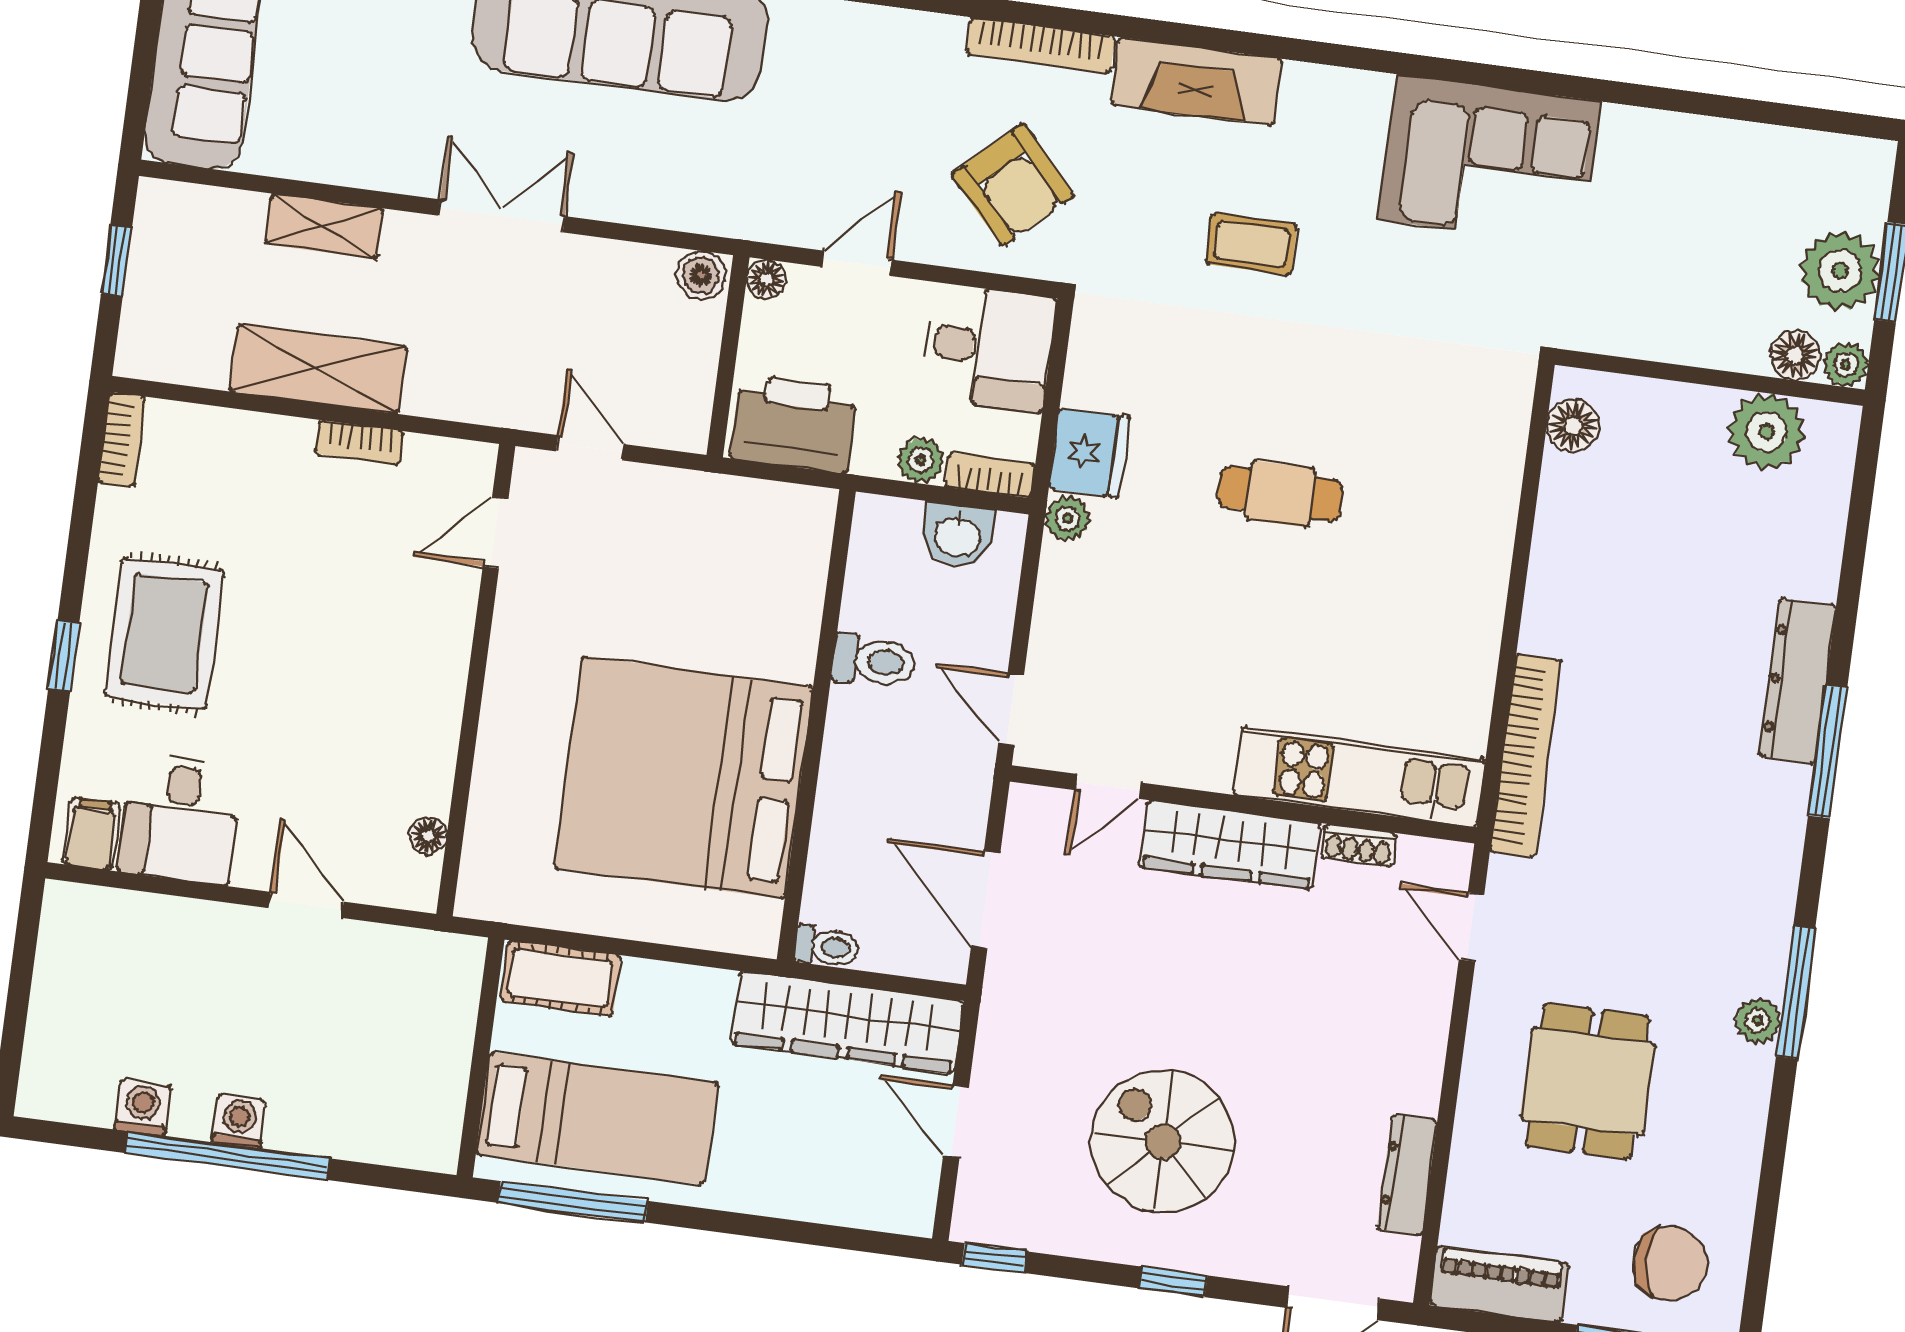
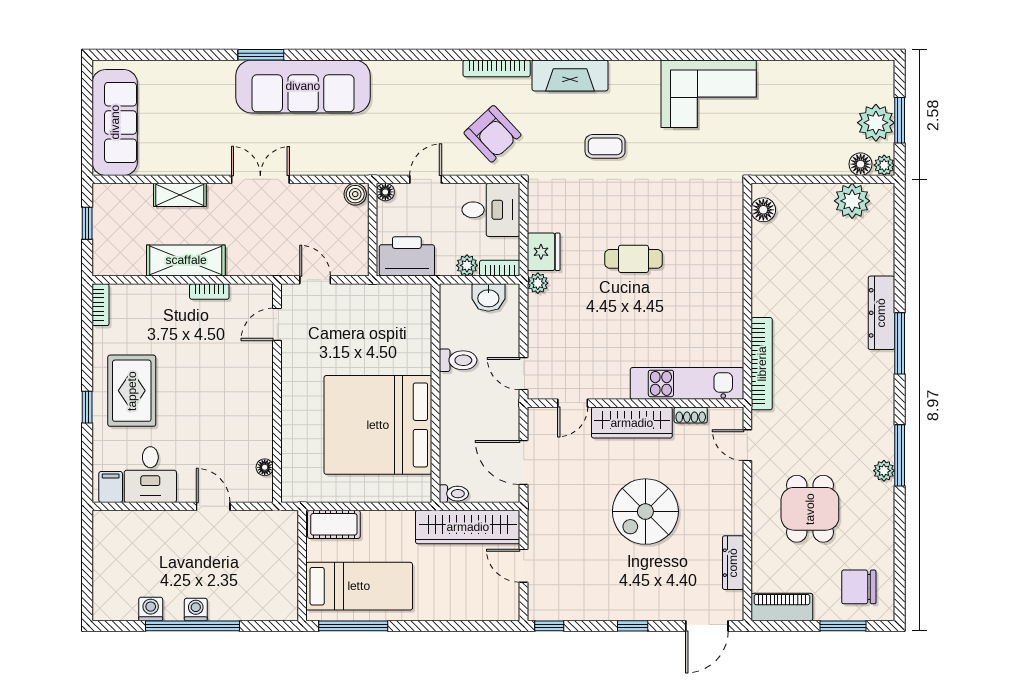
spiral stairs: (1163, 1142) -> (645, 512), moved, turned -90
chair: (1670, 1263) -> (859, 587), turned 180

